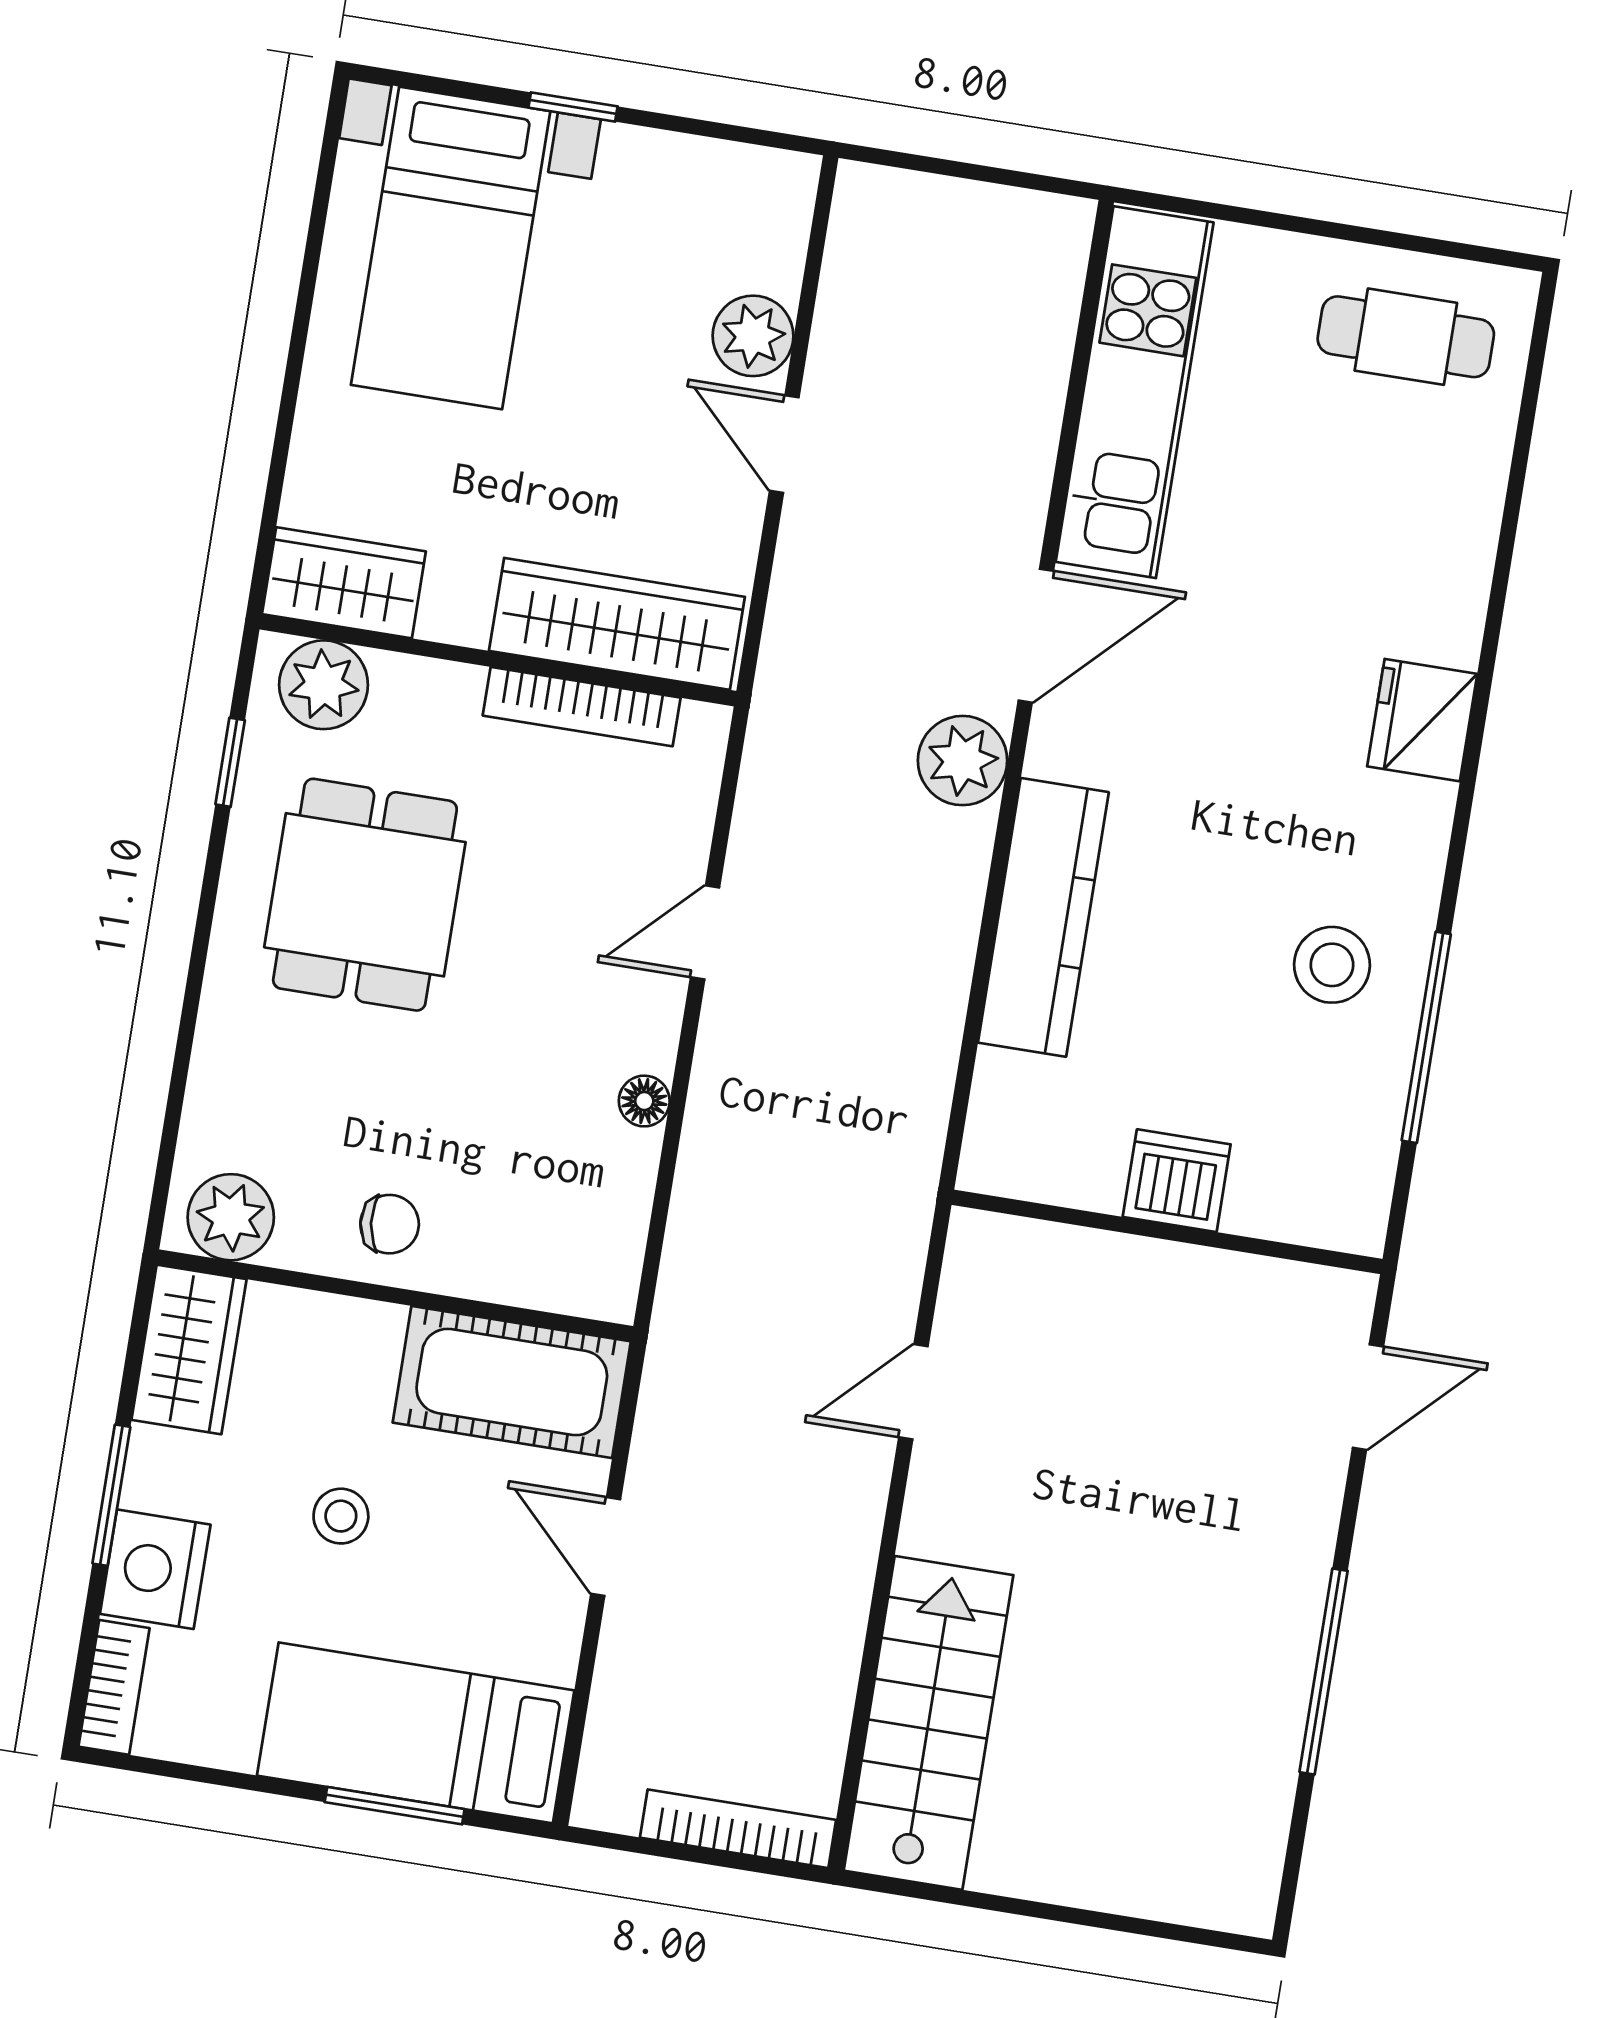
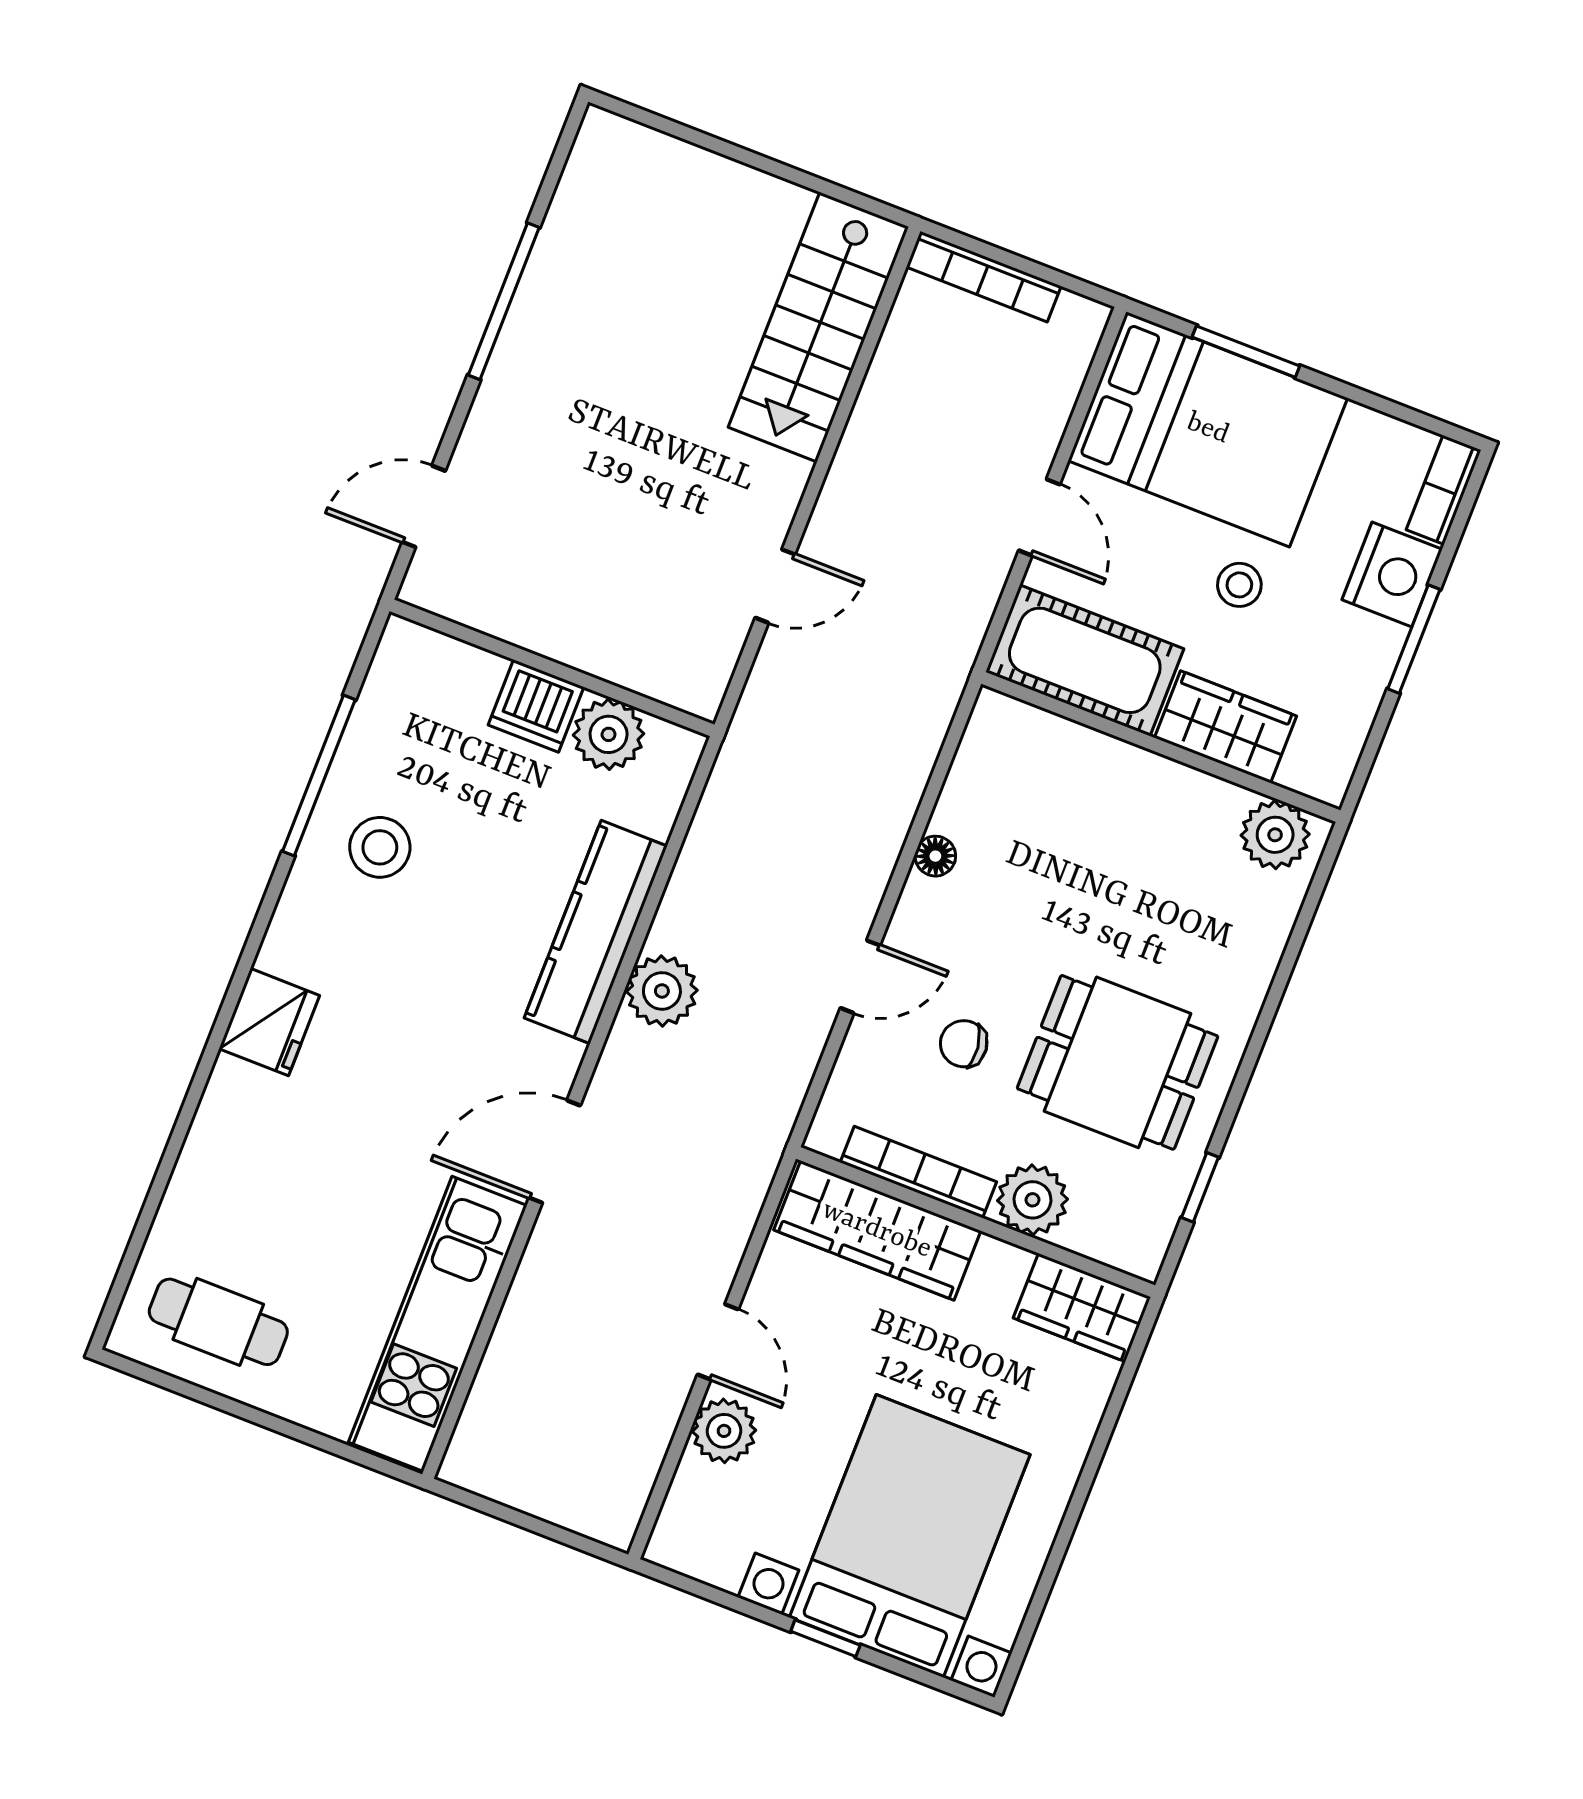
bed with nightstands: (451, 248) -> (910, 1536), width x1.36
plant: (324, 685) -> (1033, 1200), moved
plant: (963, 761) -> (662, 991), moved
dining table: (365, 895) -> (1118, 1062), turned 90
plant: (1080, 1165) -> (609, 734), added
chair: (390, 1224) -> (964, 1044), moved
wardrobe: (189, 1349) -> (1226, 727), moved, turned 90
bed: (416, 1733) -> (1208, 429), width x1.50

